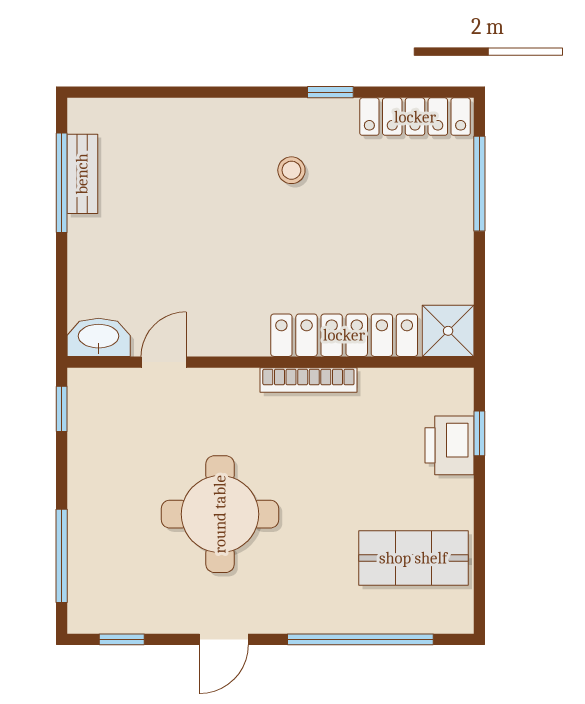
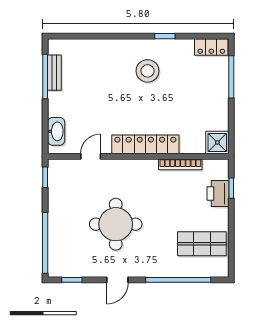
locker: (415, 117) -> (211, 47), width x0.66
stool: (291, 170) -> (148, 71), width x1.89, depth x1.89
locker: (344, 335) -> (145, 144), moved
washbasin: (99, 337) -> (56, 131), moved, turned 90
bookcase: (308, 380) -> (180, 164), moved
window: (62, 556) -> (45, 243), width x1.46

